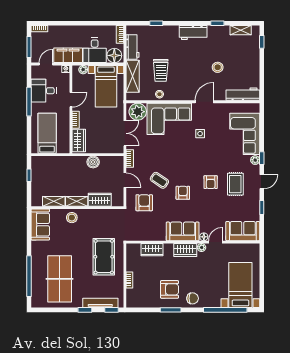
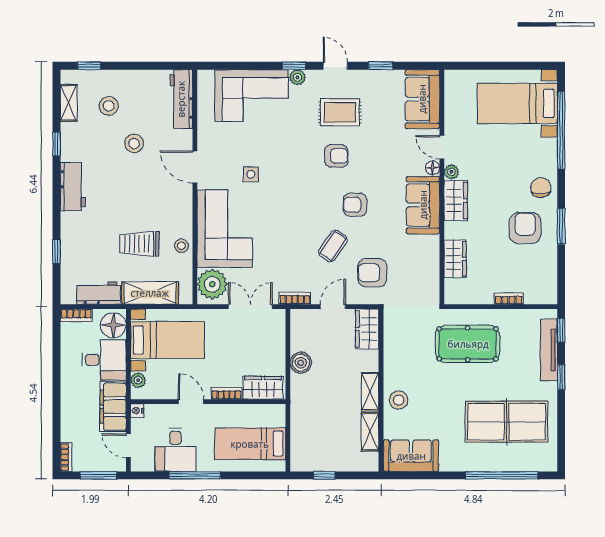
stool: (239, 53) -> (109, 106), added
trolley: (161, 70) -> (139, 244), turned 180
wardrobe: (100, 200) -> (367, 329), moved

